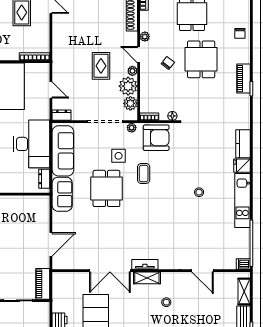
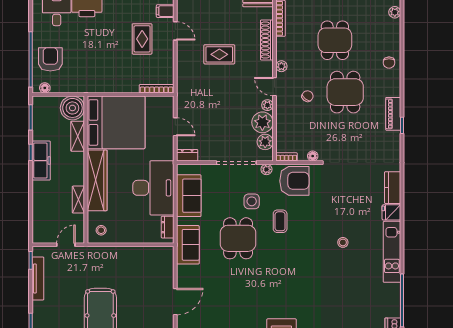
rug: (101, 66) -> (219, 54), moved, turned 90
sofa: (63, 151) -> (189, 196), width x0.73

